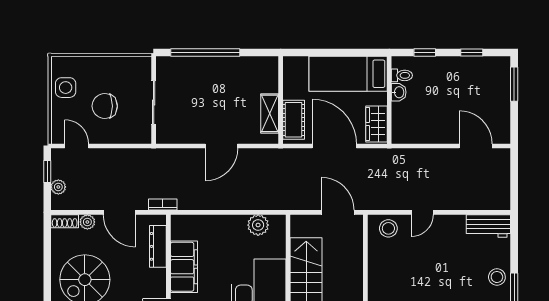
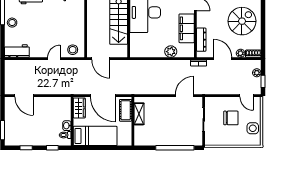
door: (221, 146) -> (185, 96), moved
plant: (258, 225) -> (171, 52), moved

